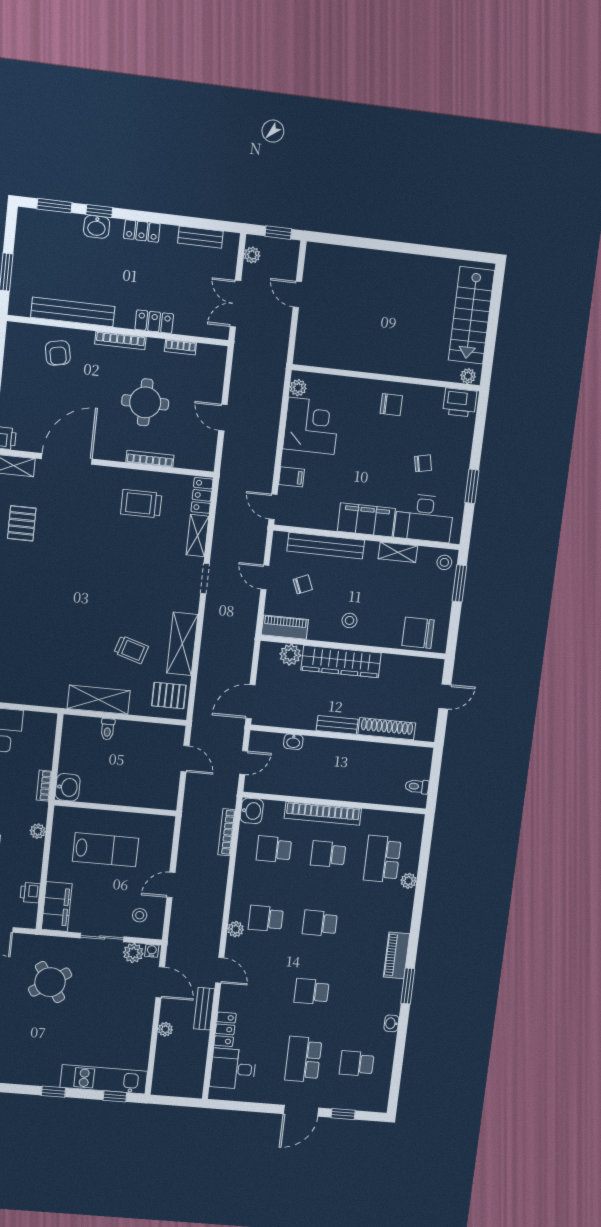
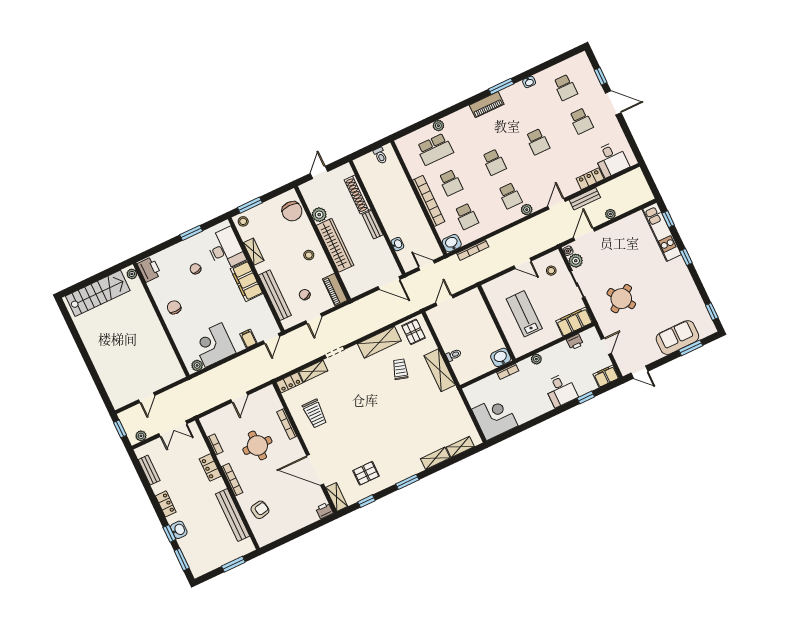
plant: (290, 655) -> (319, 215), moved
door: (445, 697) -> (319, 172), hinge flipped
school desk: (303, 1059) -> (581, 121), width x0.54

